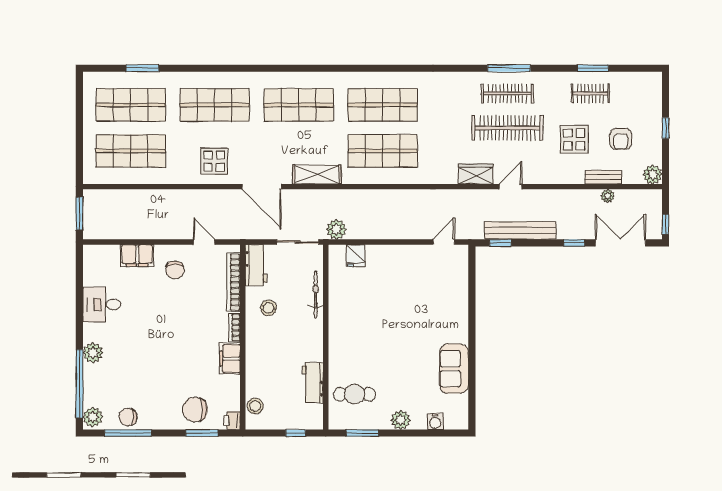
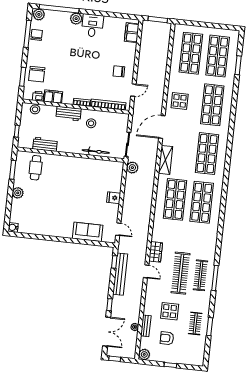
filing cabinet: (137, 255) -> (132, 33), moved
fridge: (356, 256) -> (114, 198), moved
workbench: (256, 265) -> (69, 114), moved
desk: (102, 305) -> (92, 26), moved
filing cabinet: (230, 359) -> (53, 97), moved
sofa: (454, 369) -> (88, 232), moved
chair: (195, 410) -> (37, 74), turned 180
printer: (232, 421) -> (38, 96), moved
water cooler: (435, 422) -> (13, 227), moved

